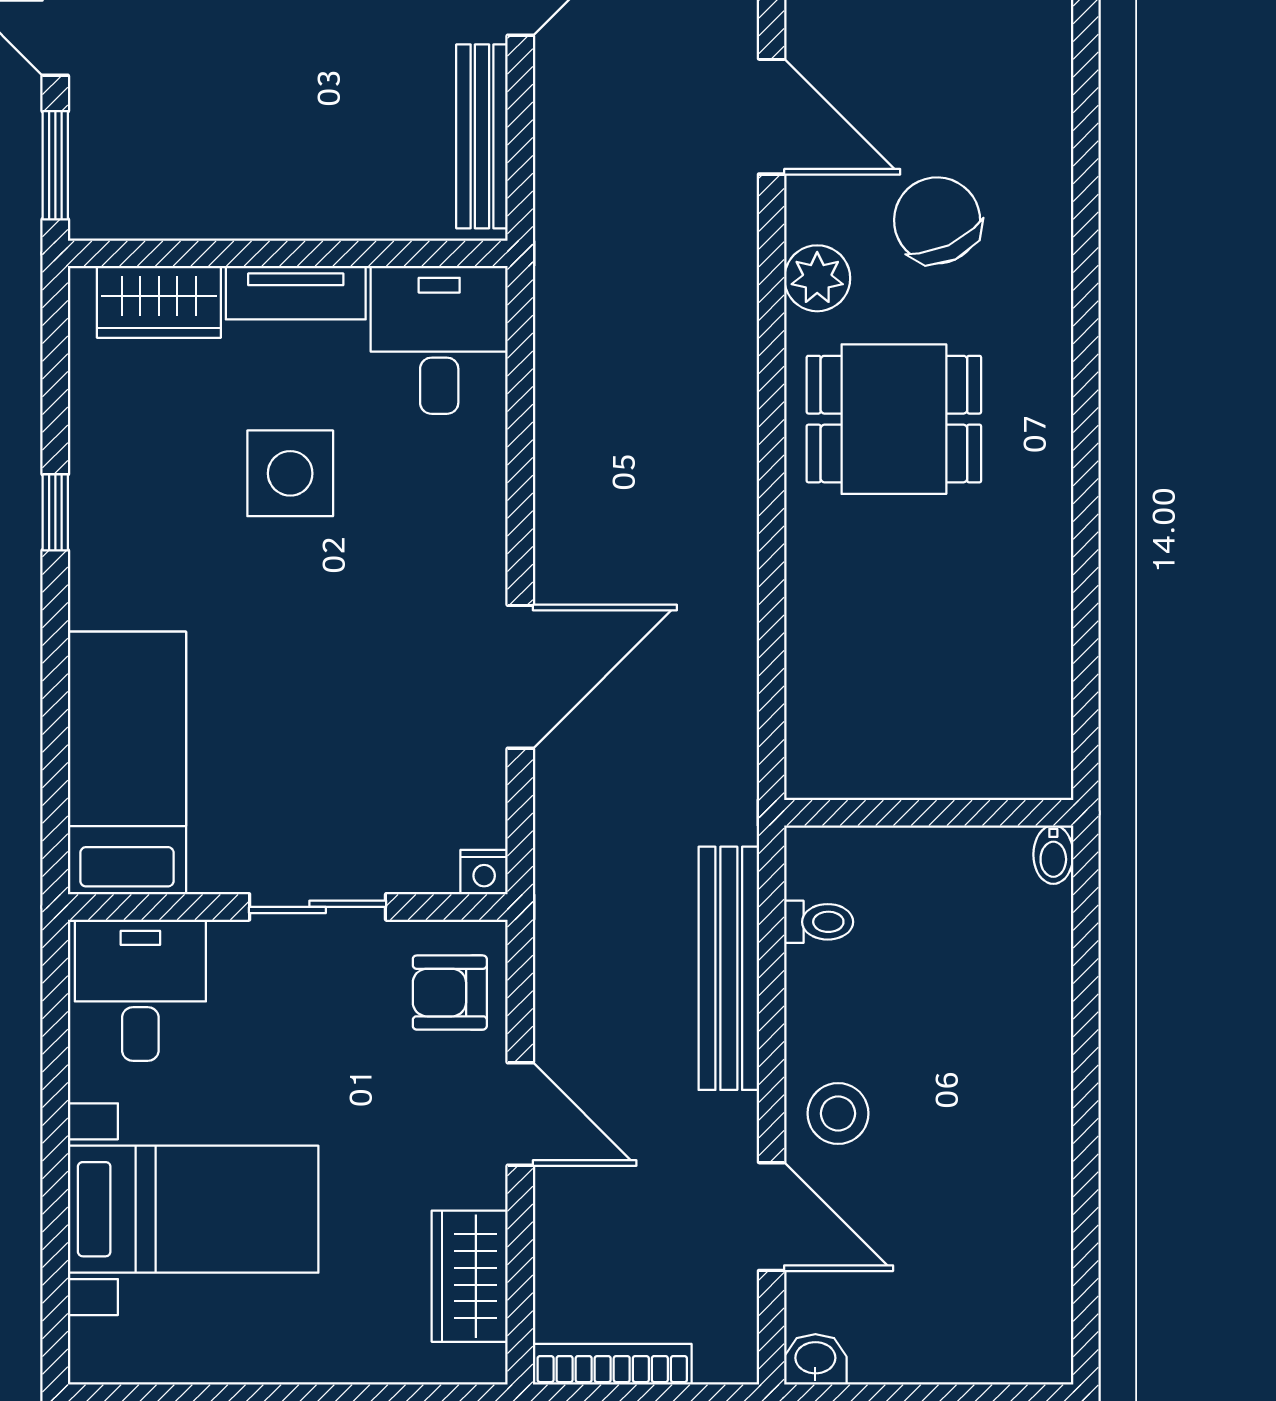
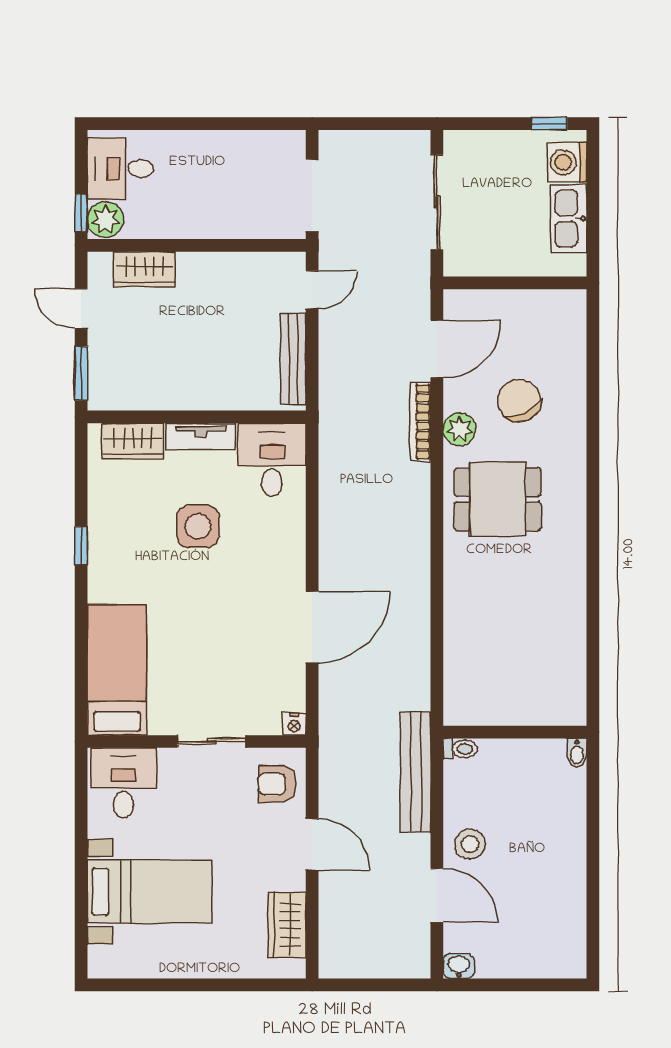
door: (772, 117) -> (437, 349), hinge flipped
wall: (929, 813) -> (515, 732), moved
bidet: (1053, 855) -> (577, 753), moved
bookcase: (612, 1364) -> (421, 422), moved, turned -90

